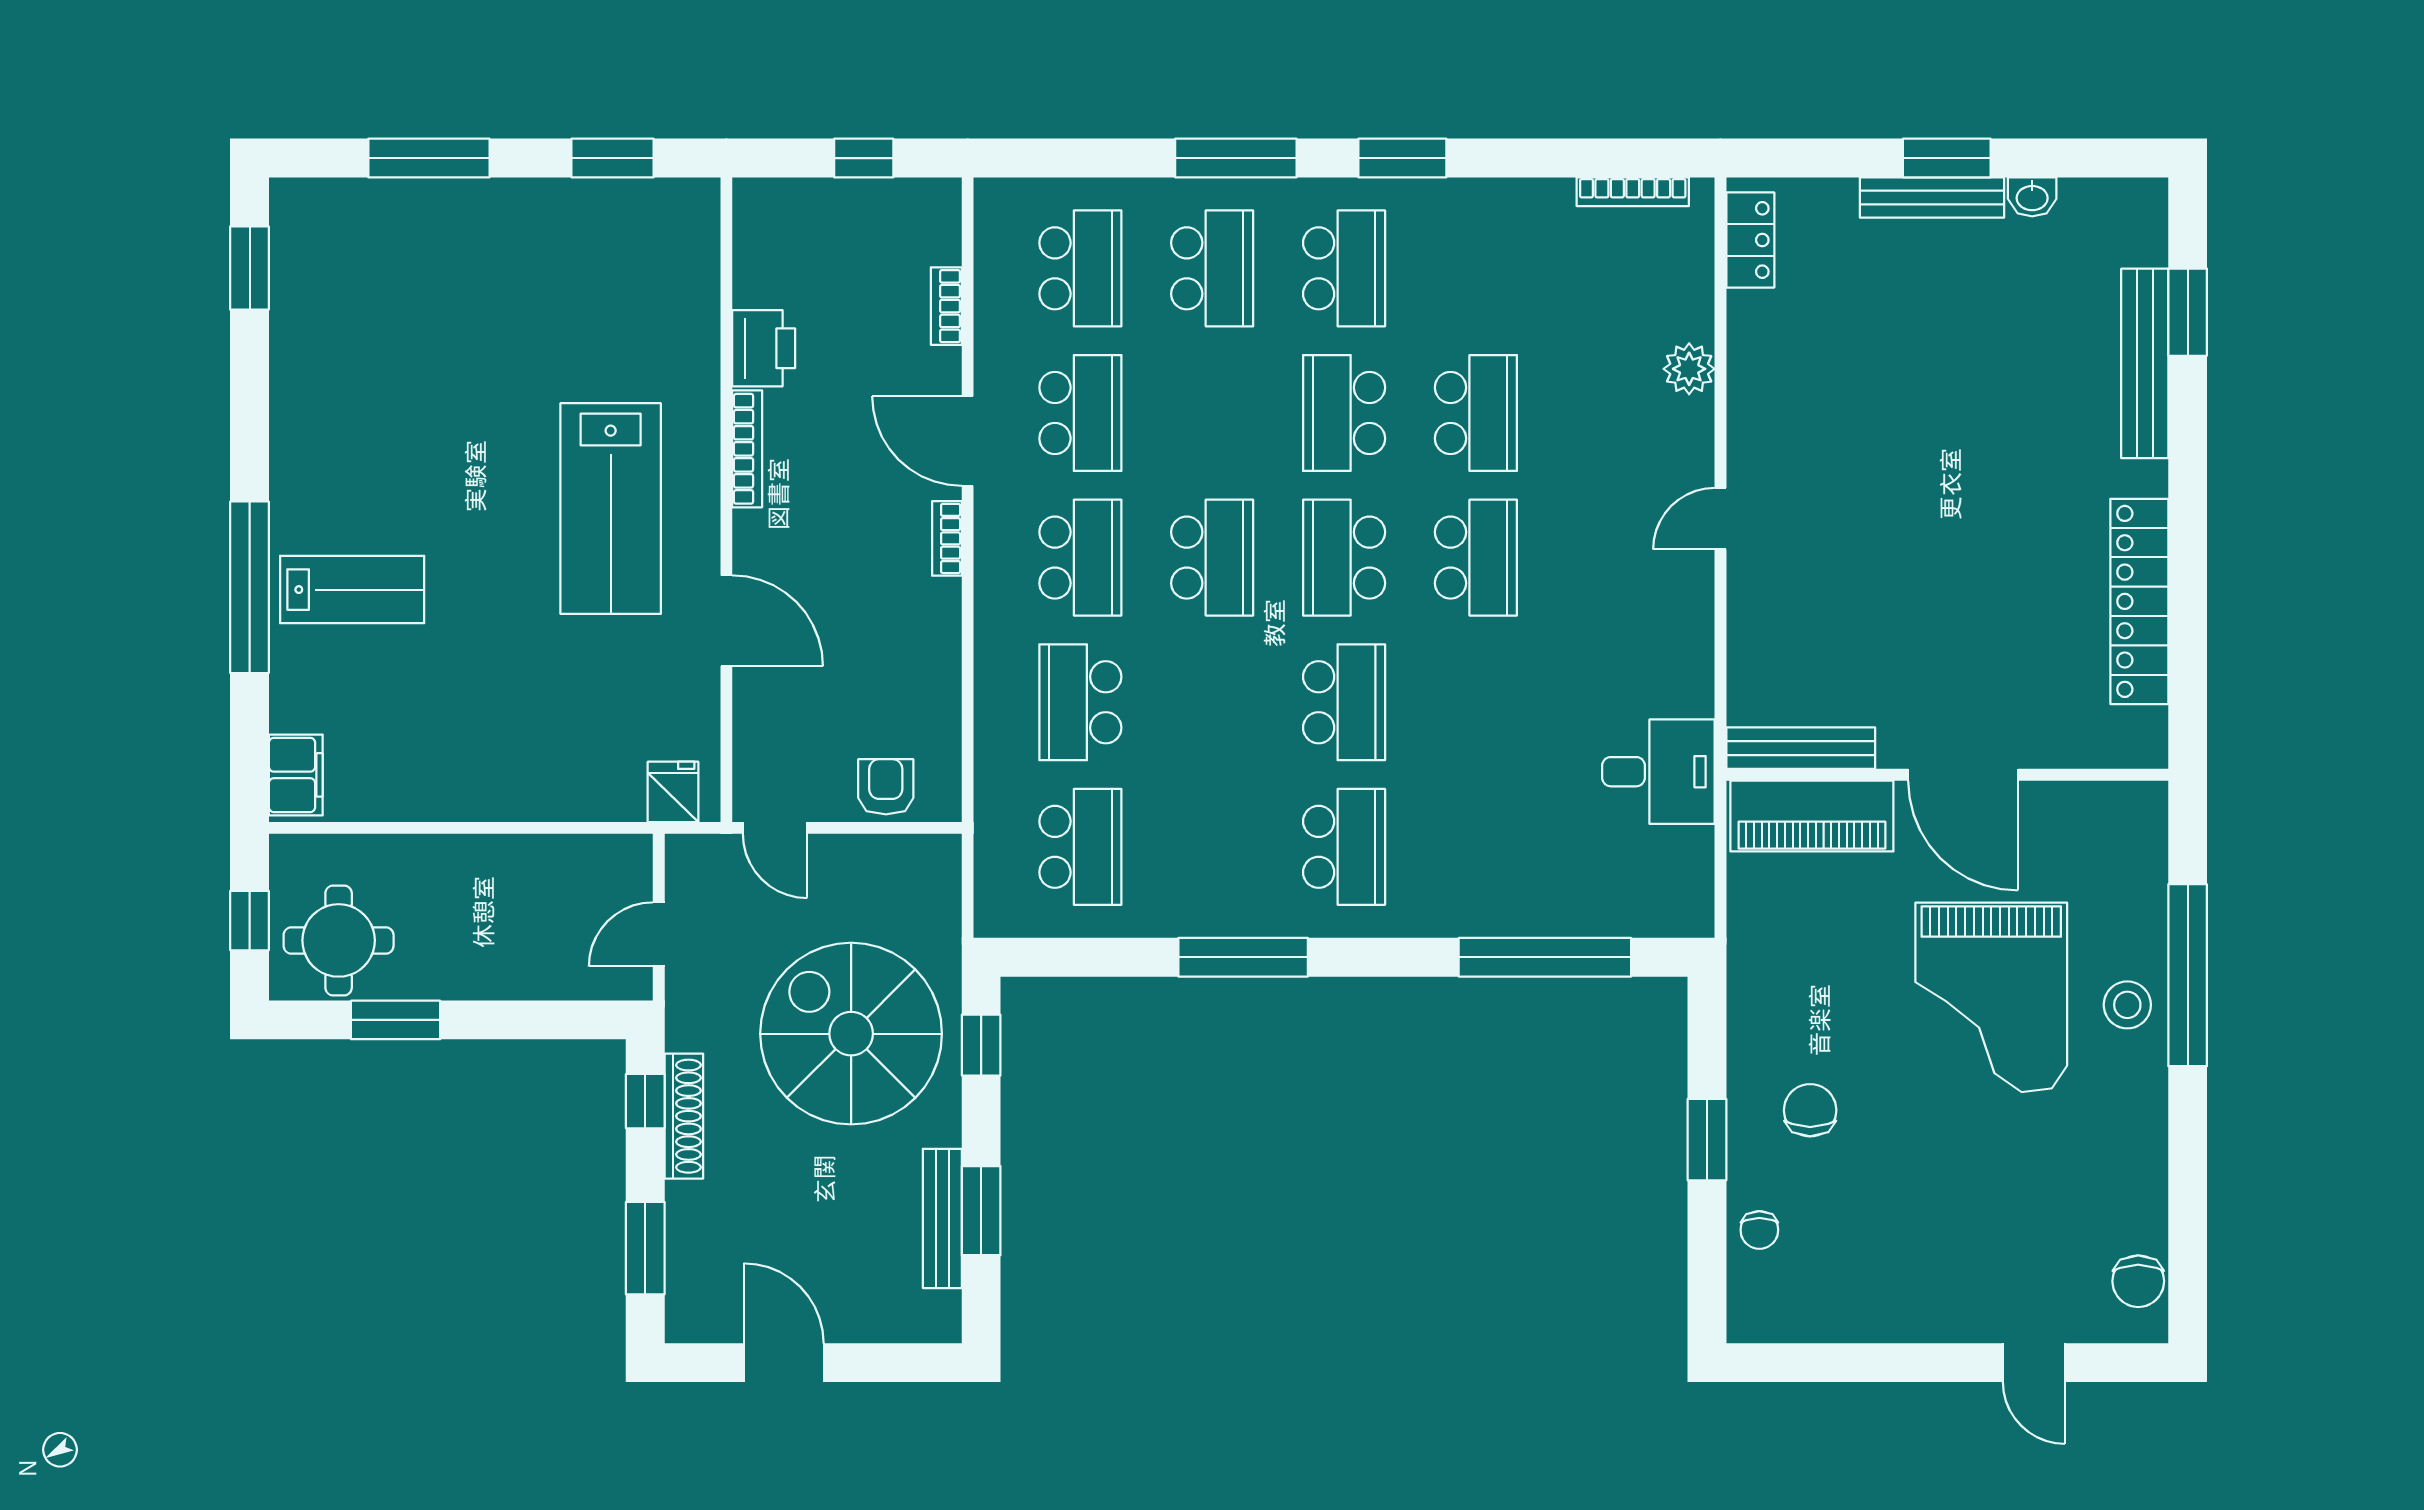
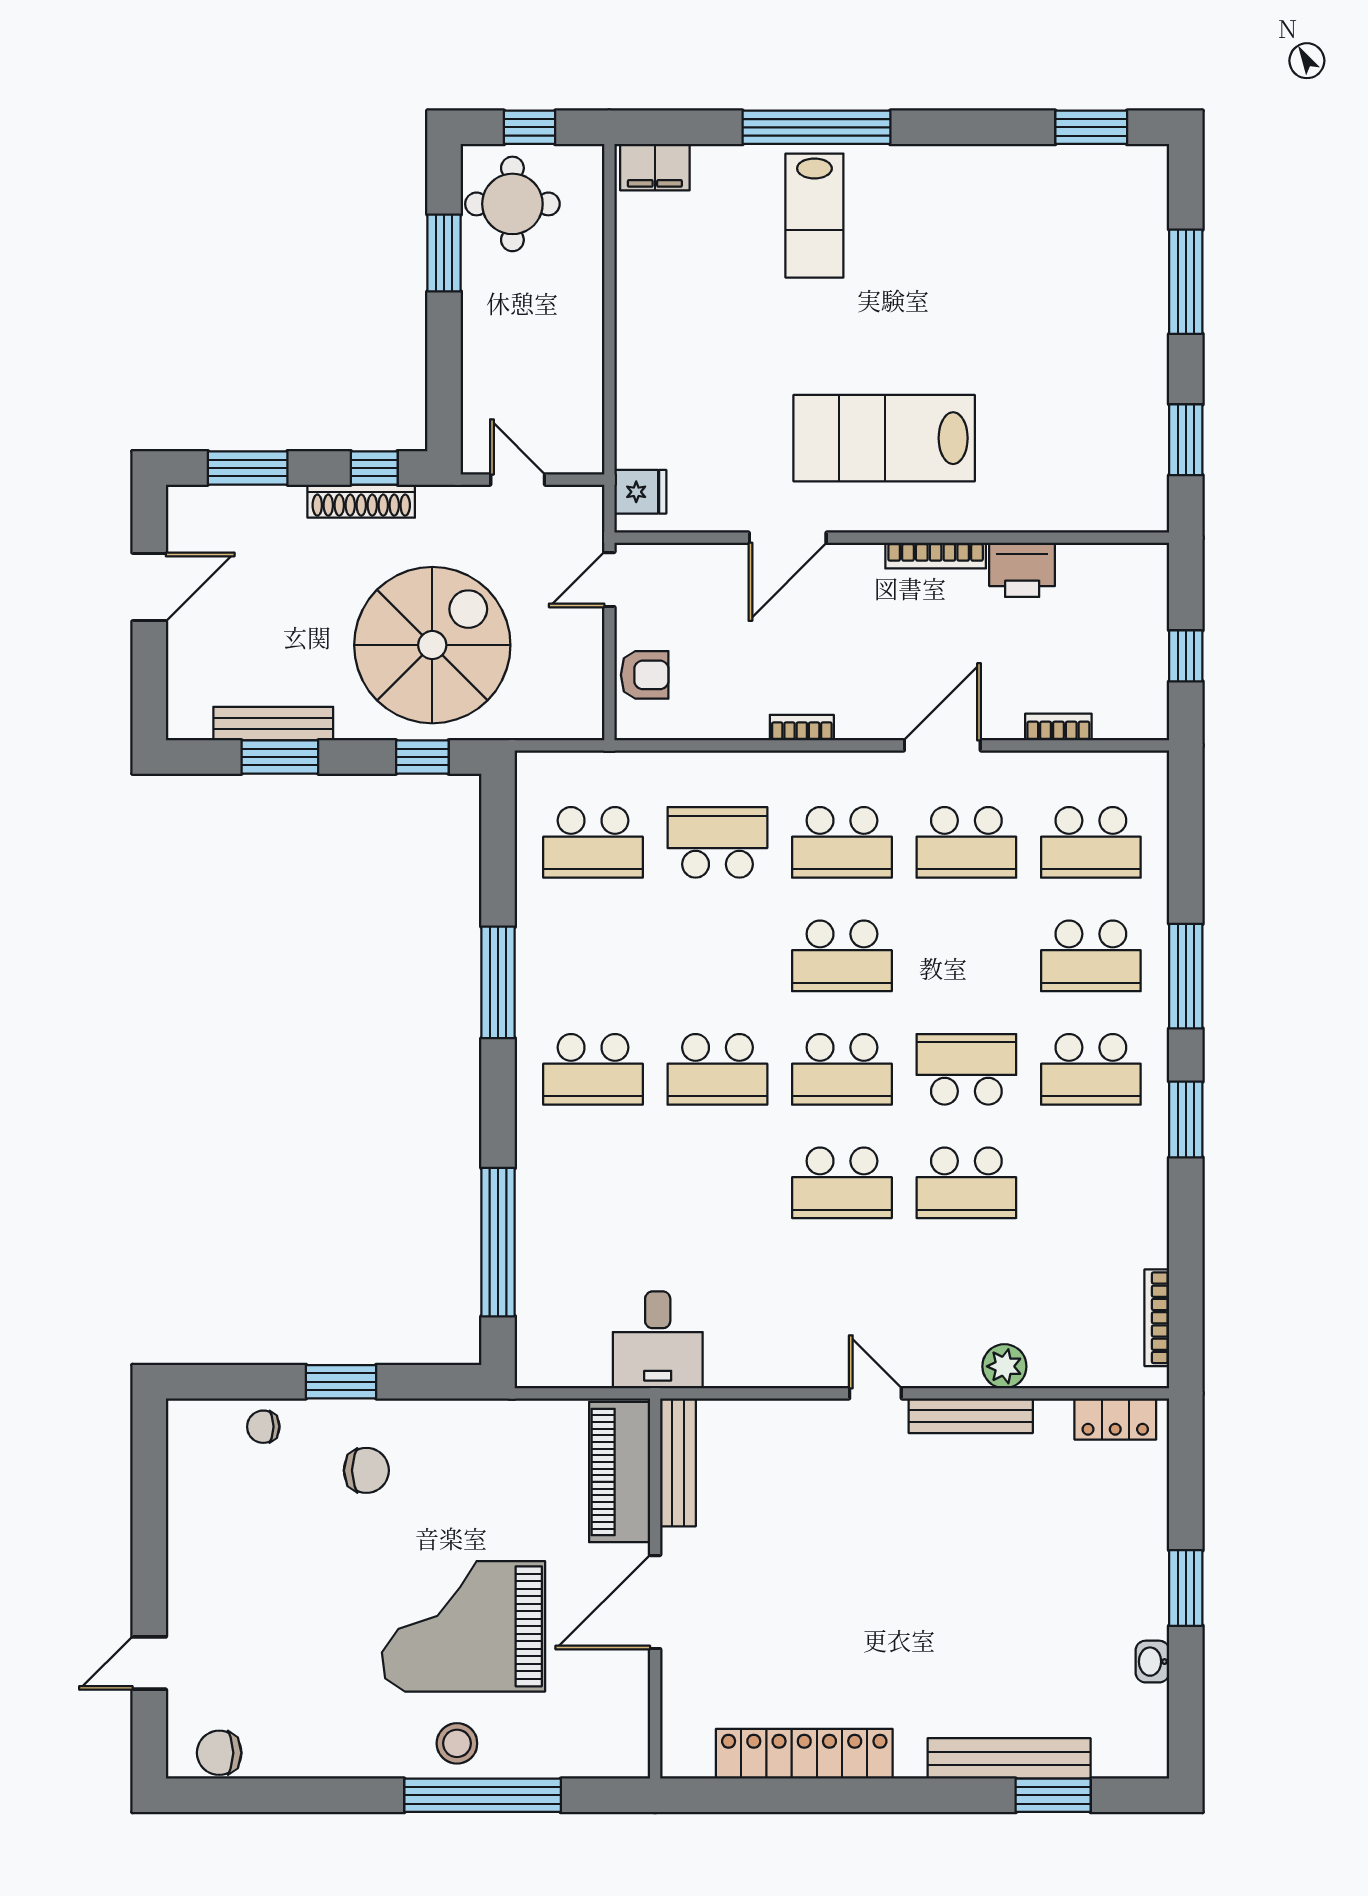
bench: (1932, 198) -> (971, 1416), moved, turned 90
bookcase: (947, 538) -> (802, 728), moved
school desk: (1344, 558) -> (842, 1069), turned 180

